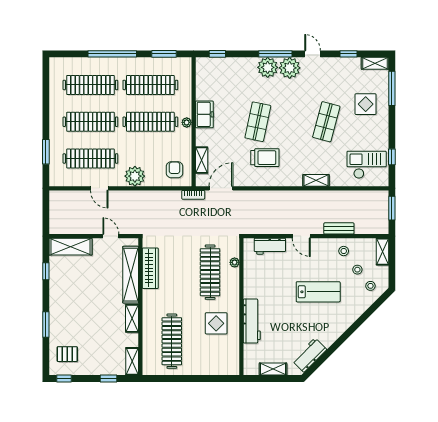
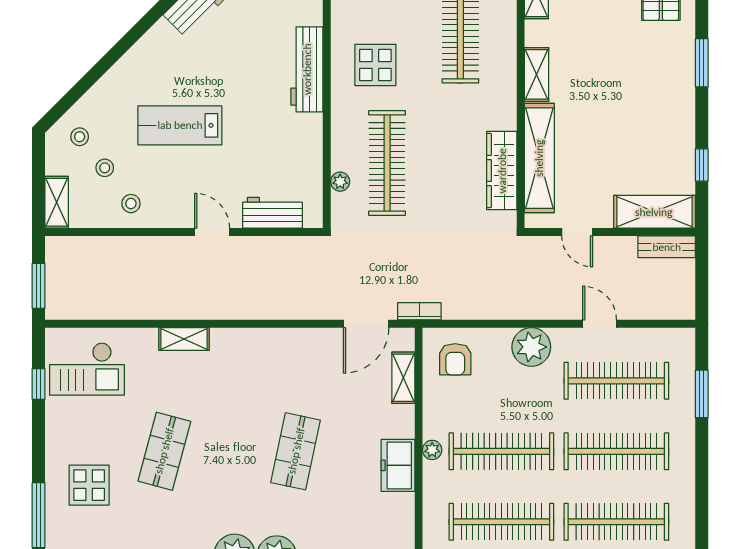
trolley: (265, 158) -> (282, 383), removed
bench: (339, 228) -> (667, 247), moved

